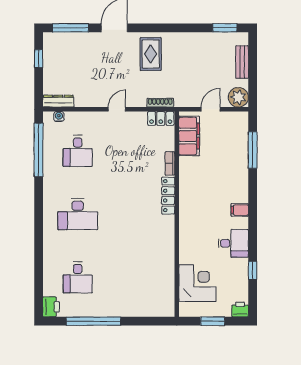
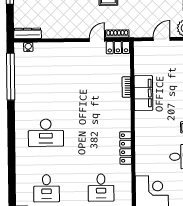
door: (117, 109) -> (97, 40), moved
filing cabinet: (189, 136) -> (143, 93), moved
desk: (78, 151) -> (101, 188), moved
locker: (168, 196) -> (126, 148), moved

